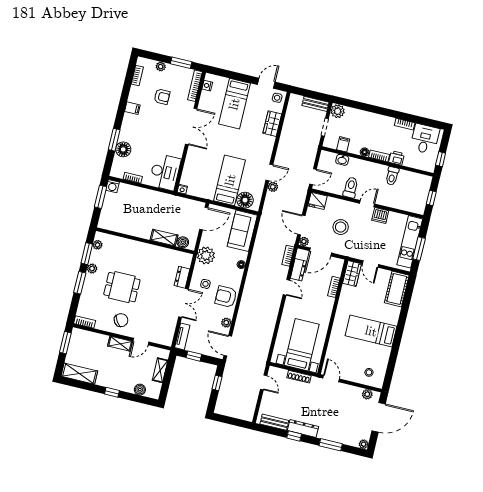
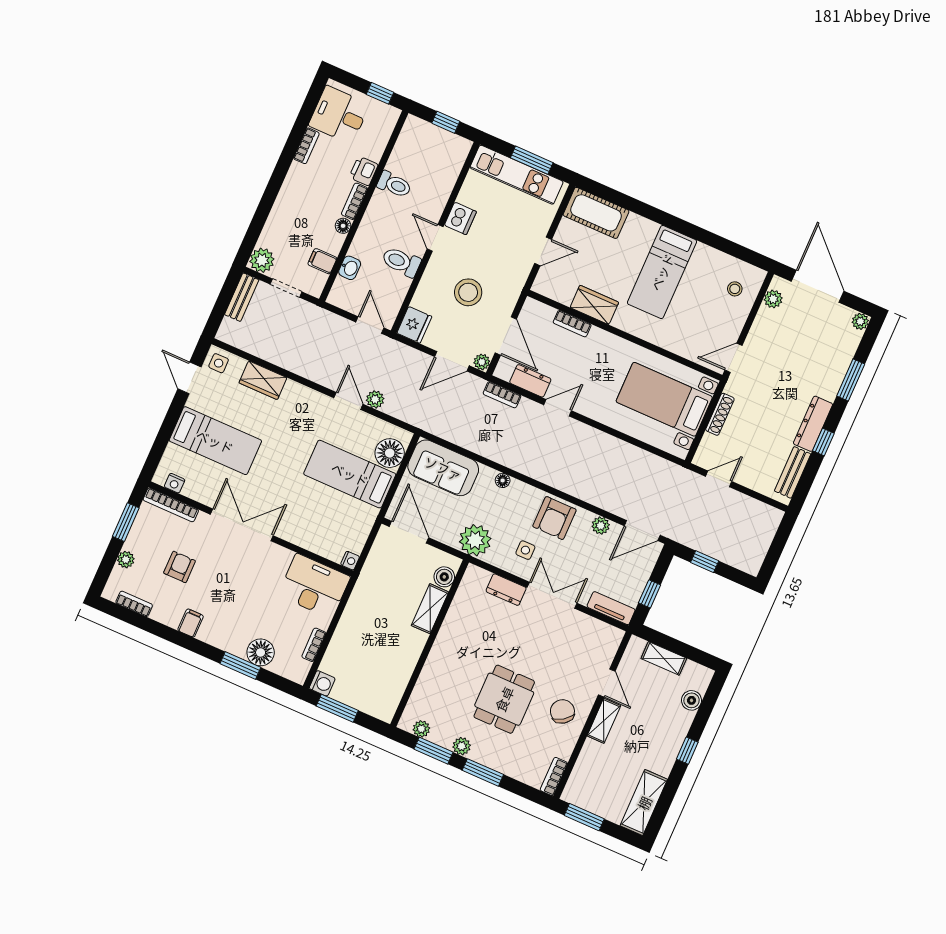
wardrobe: (352, 274) -> (594, 305), moved

